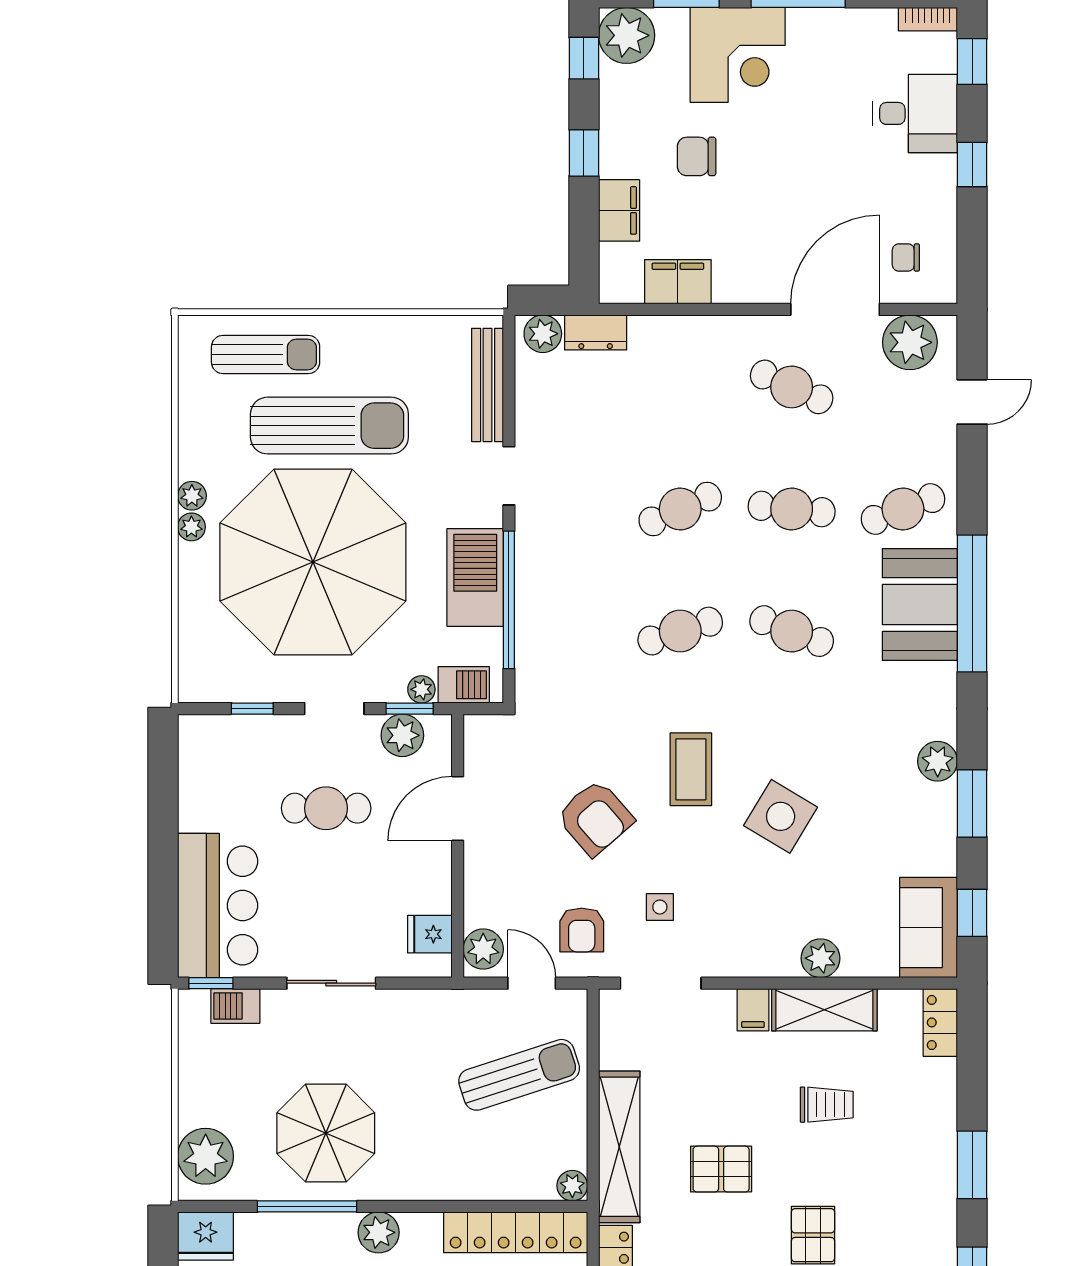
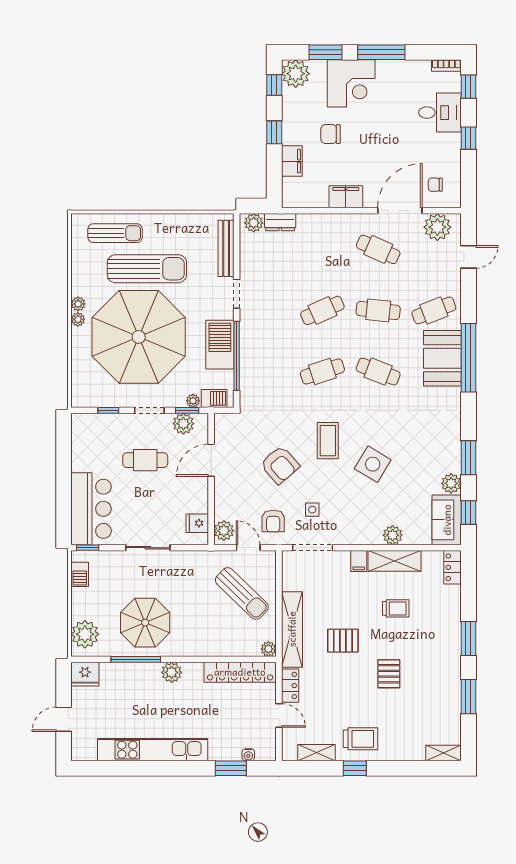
filing cabinet: (678, 282) -> (346, 197), moved
plant: (938, 761) -> (451, 483), moved
barbecue: (235, 1006) -> (80, 574), moved, turned -90
sun lounger: (519, 1075) -> (242, 593), turned 62

